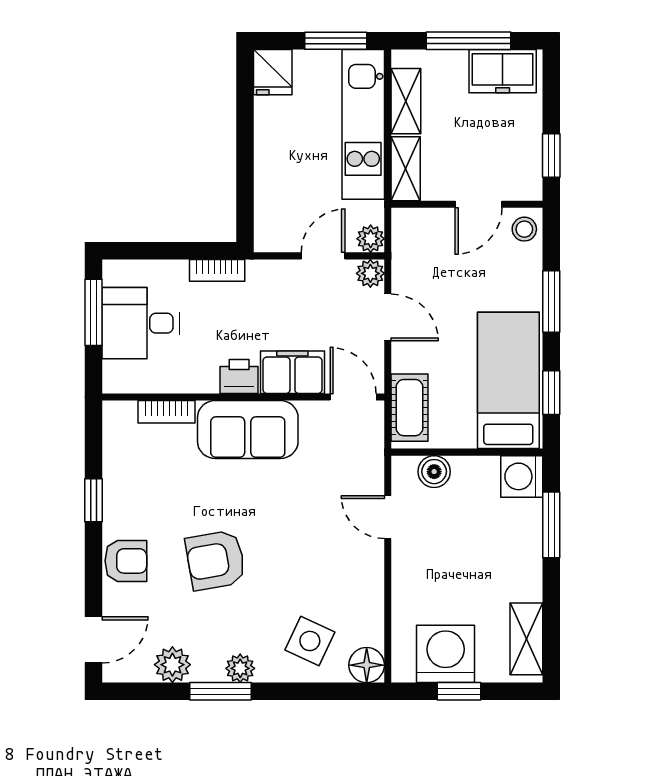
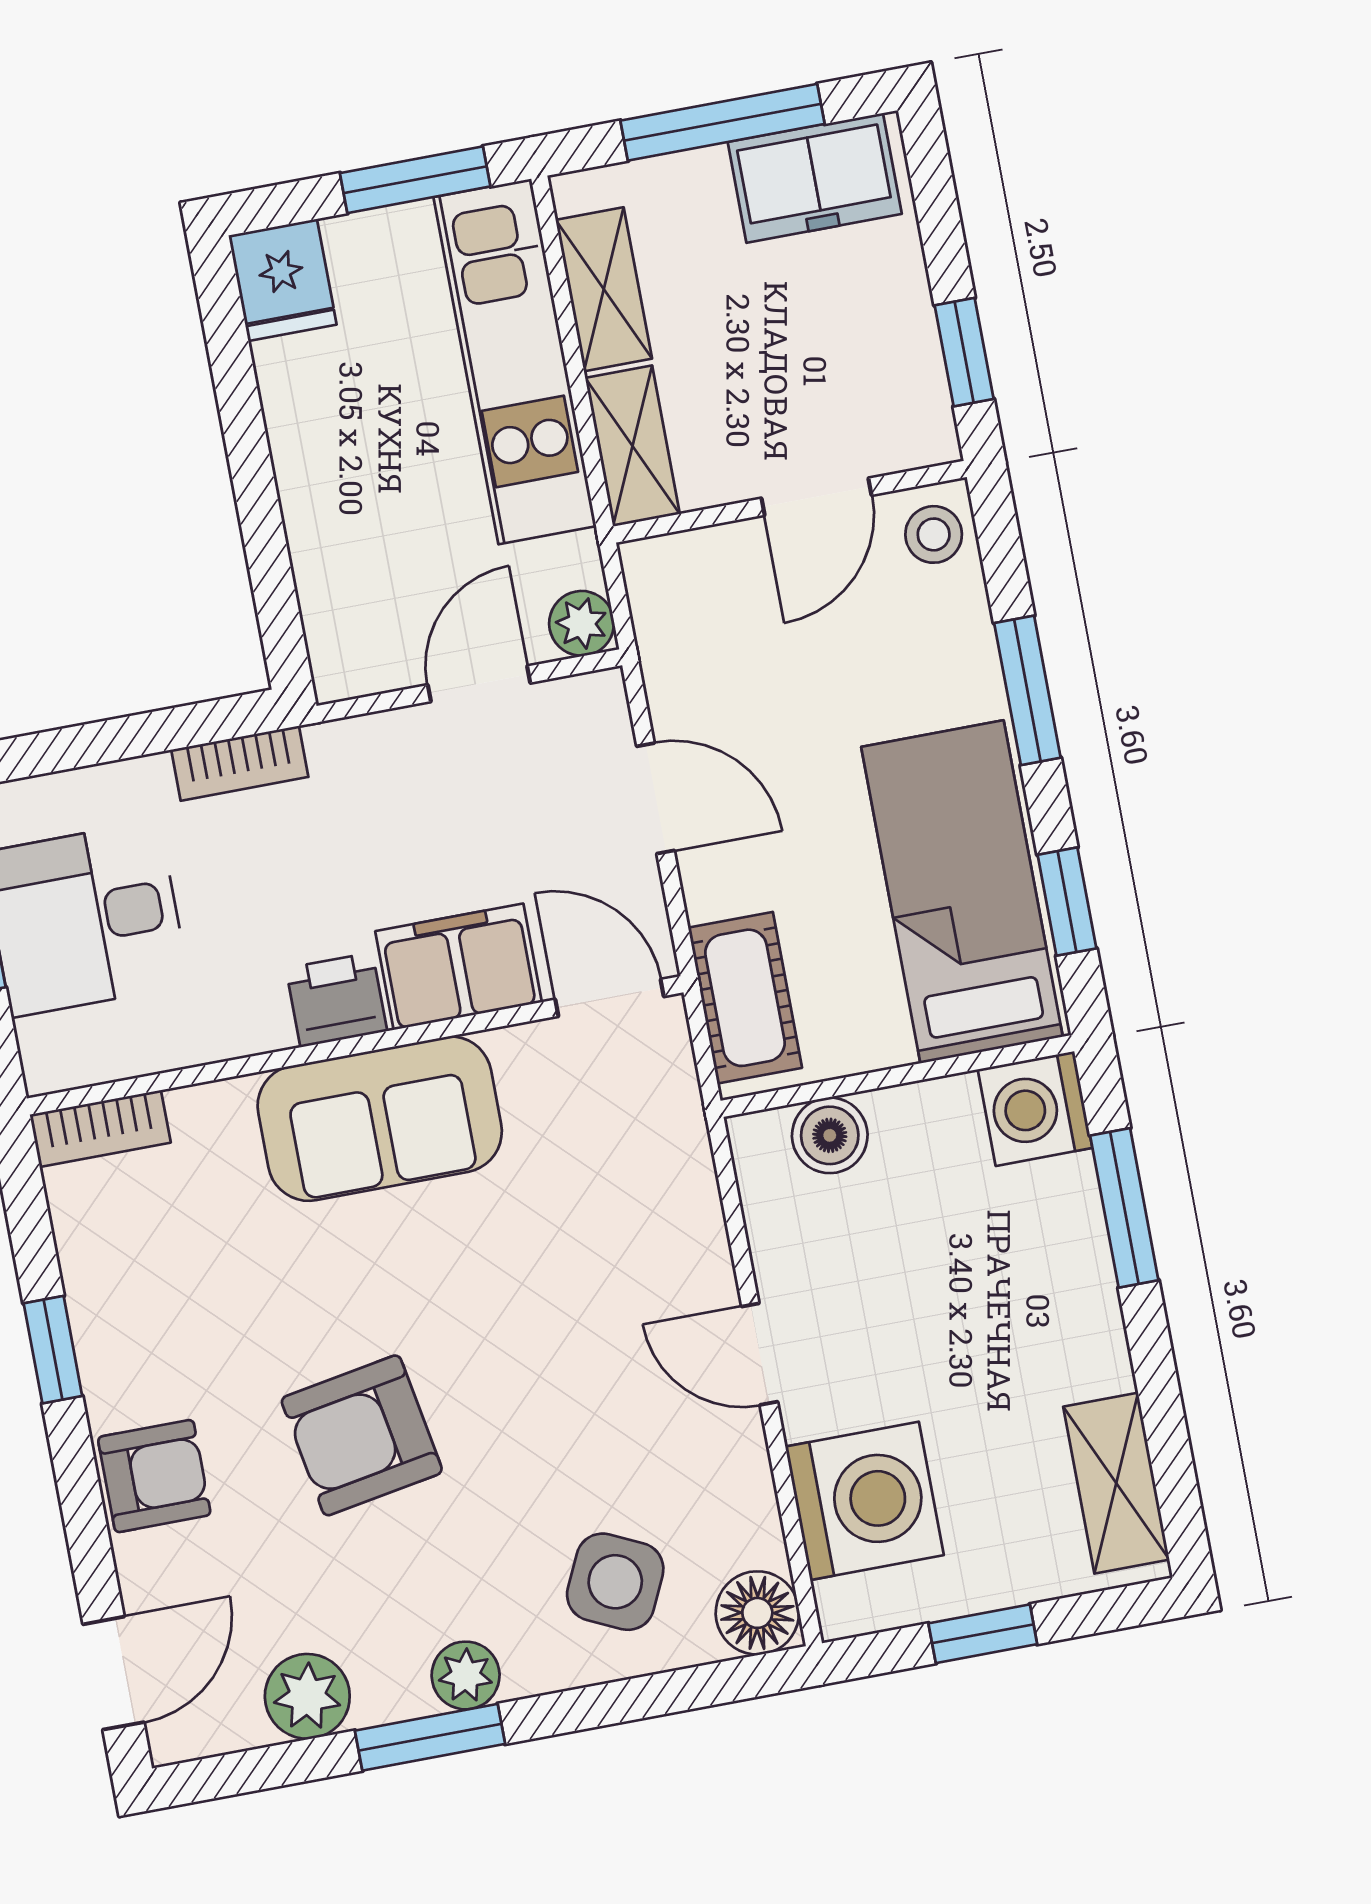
plant: (370, 273) -> (596, 704), removed
bookcase: (166, 412) -> (100, 1129), moved
door: (388, 517) -> (760, 1354), moved
washing machine: (446, 654) -> (864, 1501), moved, turned 90

